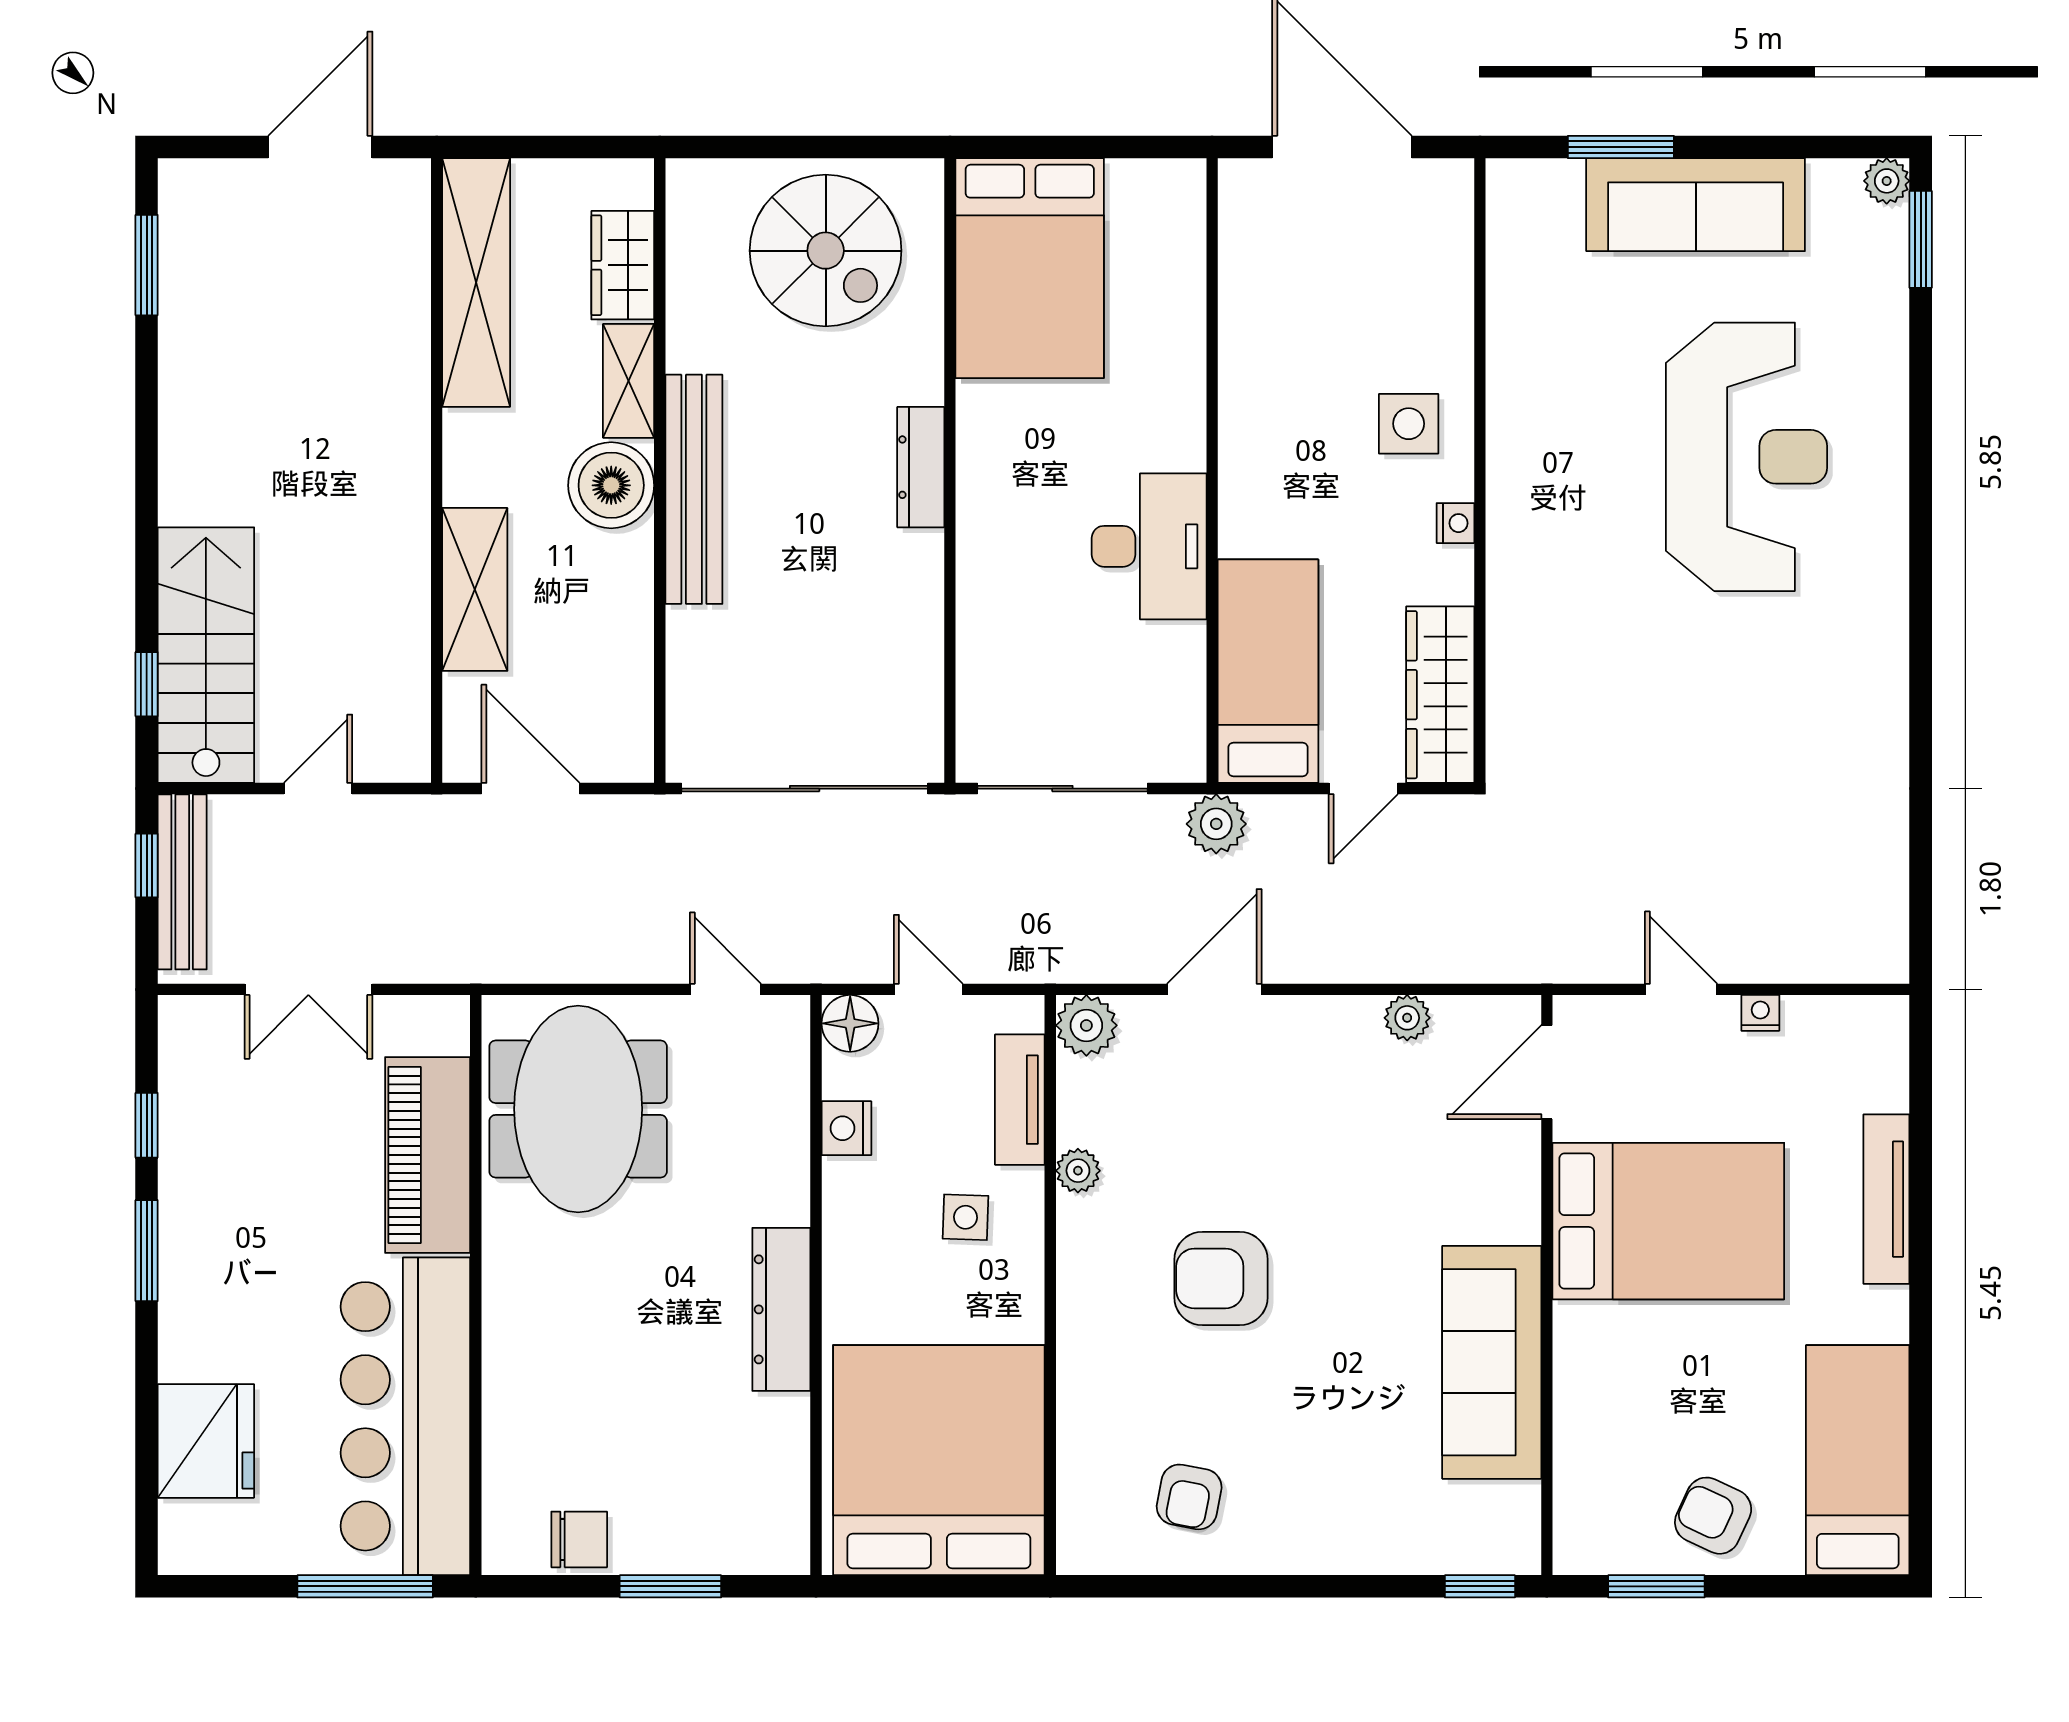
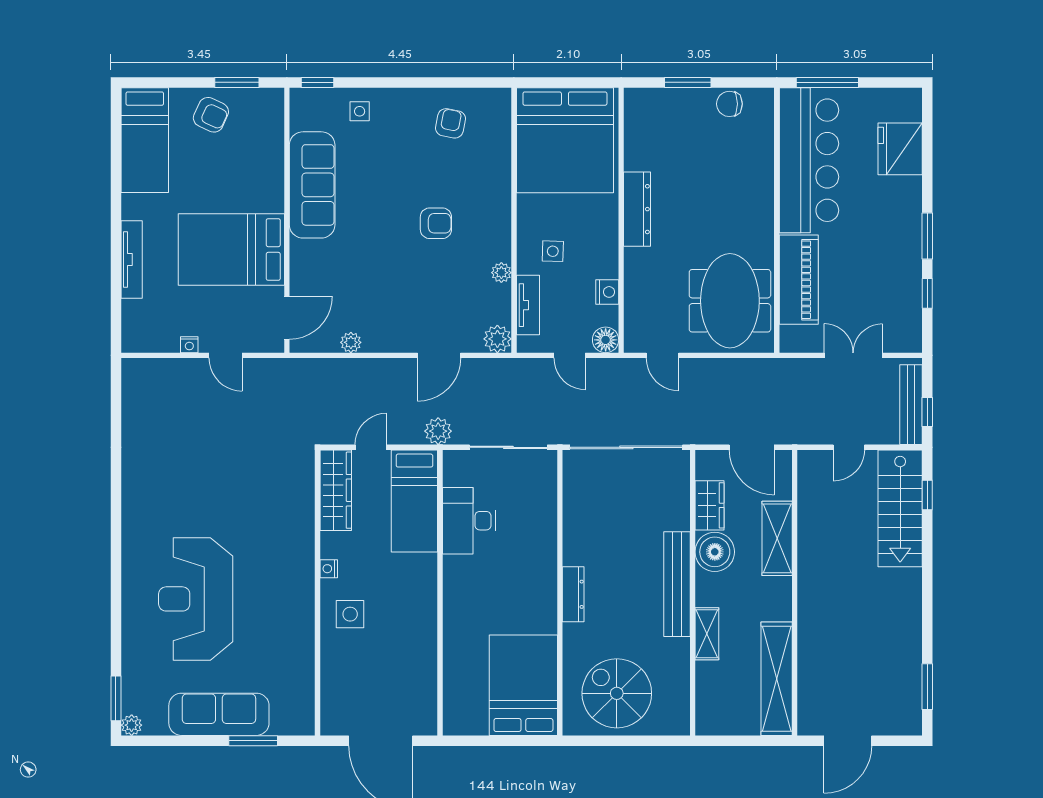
wardrobe: (623, 265) -> (709, 505), moved
boiler: (611, 485) -> (715, 552), moved
desk: (1149, 546) -> (469, 521), moved
armchair: (1221, 1278) -> (436, 223), width x0.72, depth x0.72
side table: (1388, 1523) -> (360, 111), added

